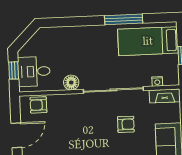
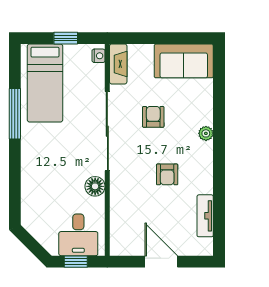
nightstand: (157, 81) -> (99, 56), moved
armchair: (38, 105) -> (167, 174), moved

